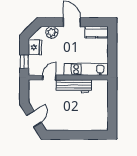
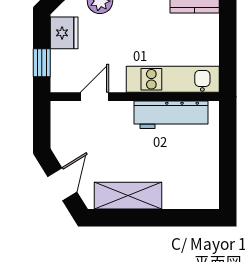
workbench: (74, 86) -> (171, 115), moved
shelving: (65, 124) -> (128, 196), added

